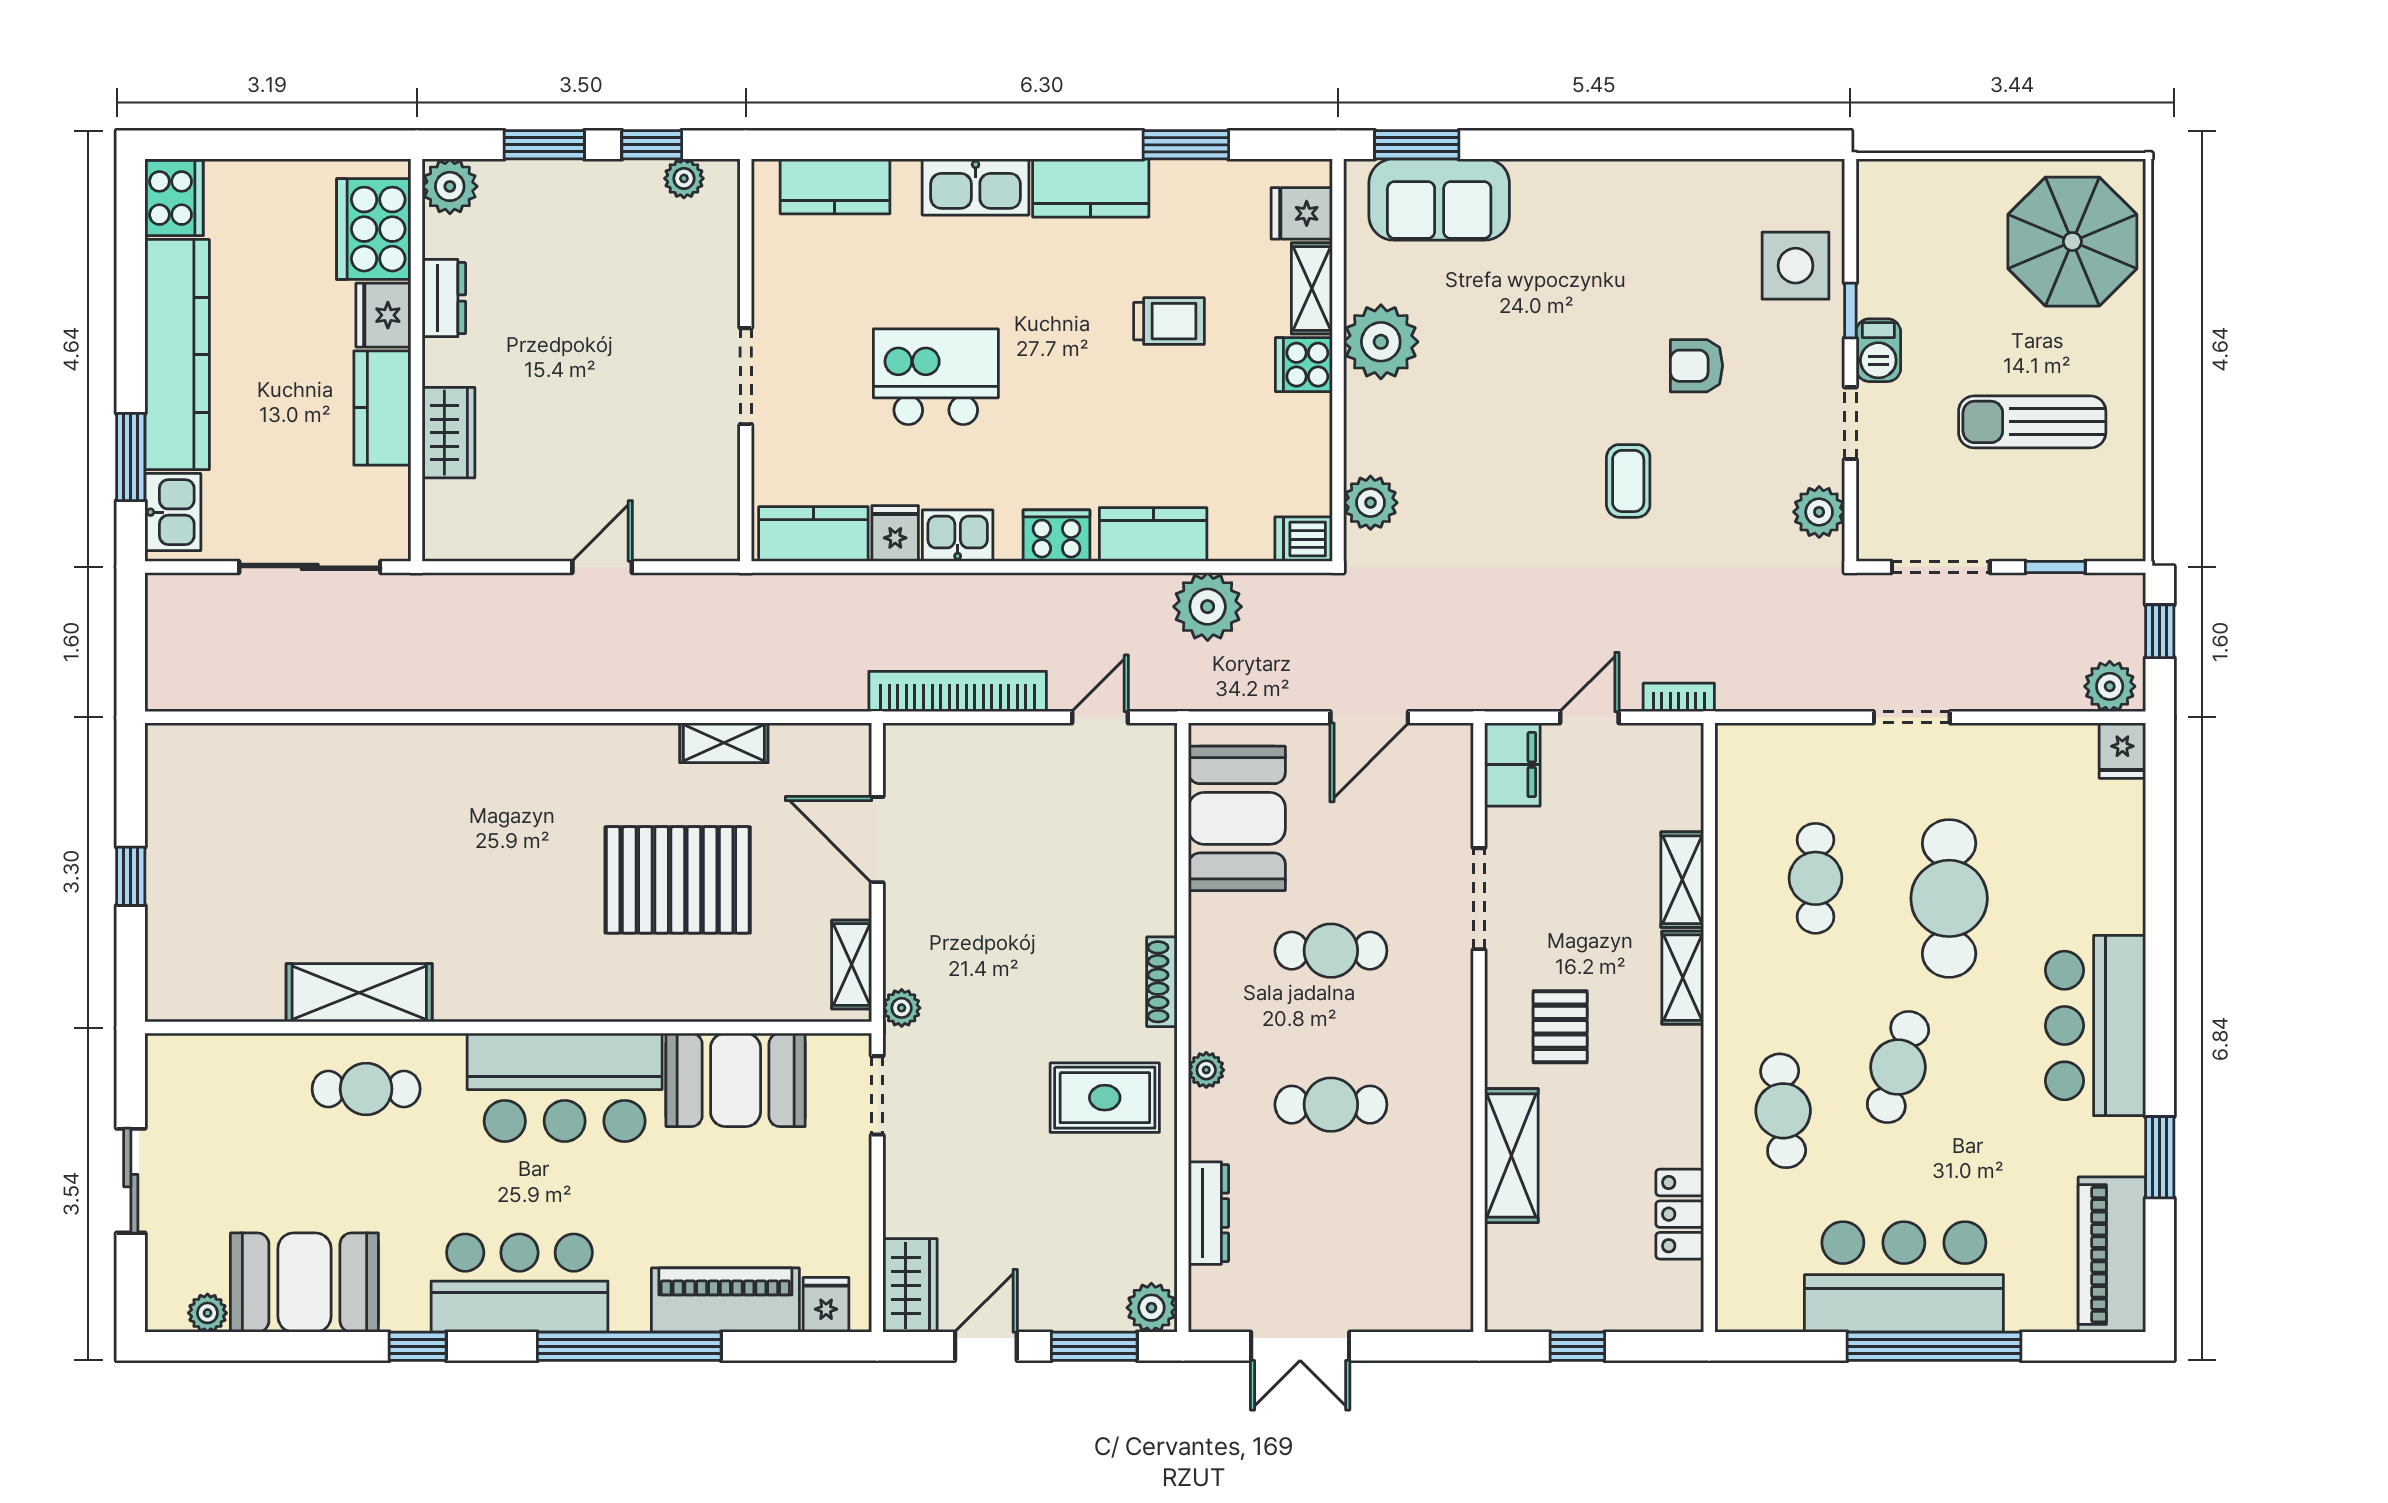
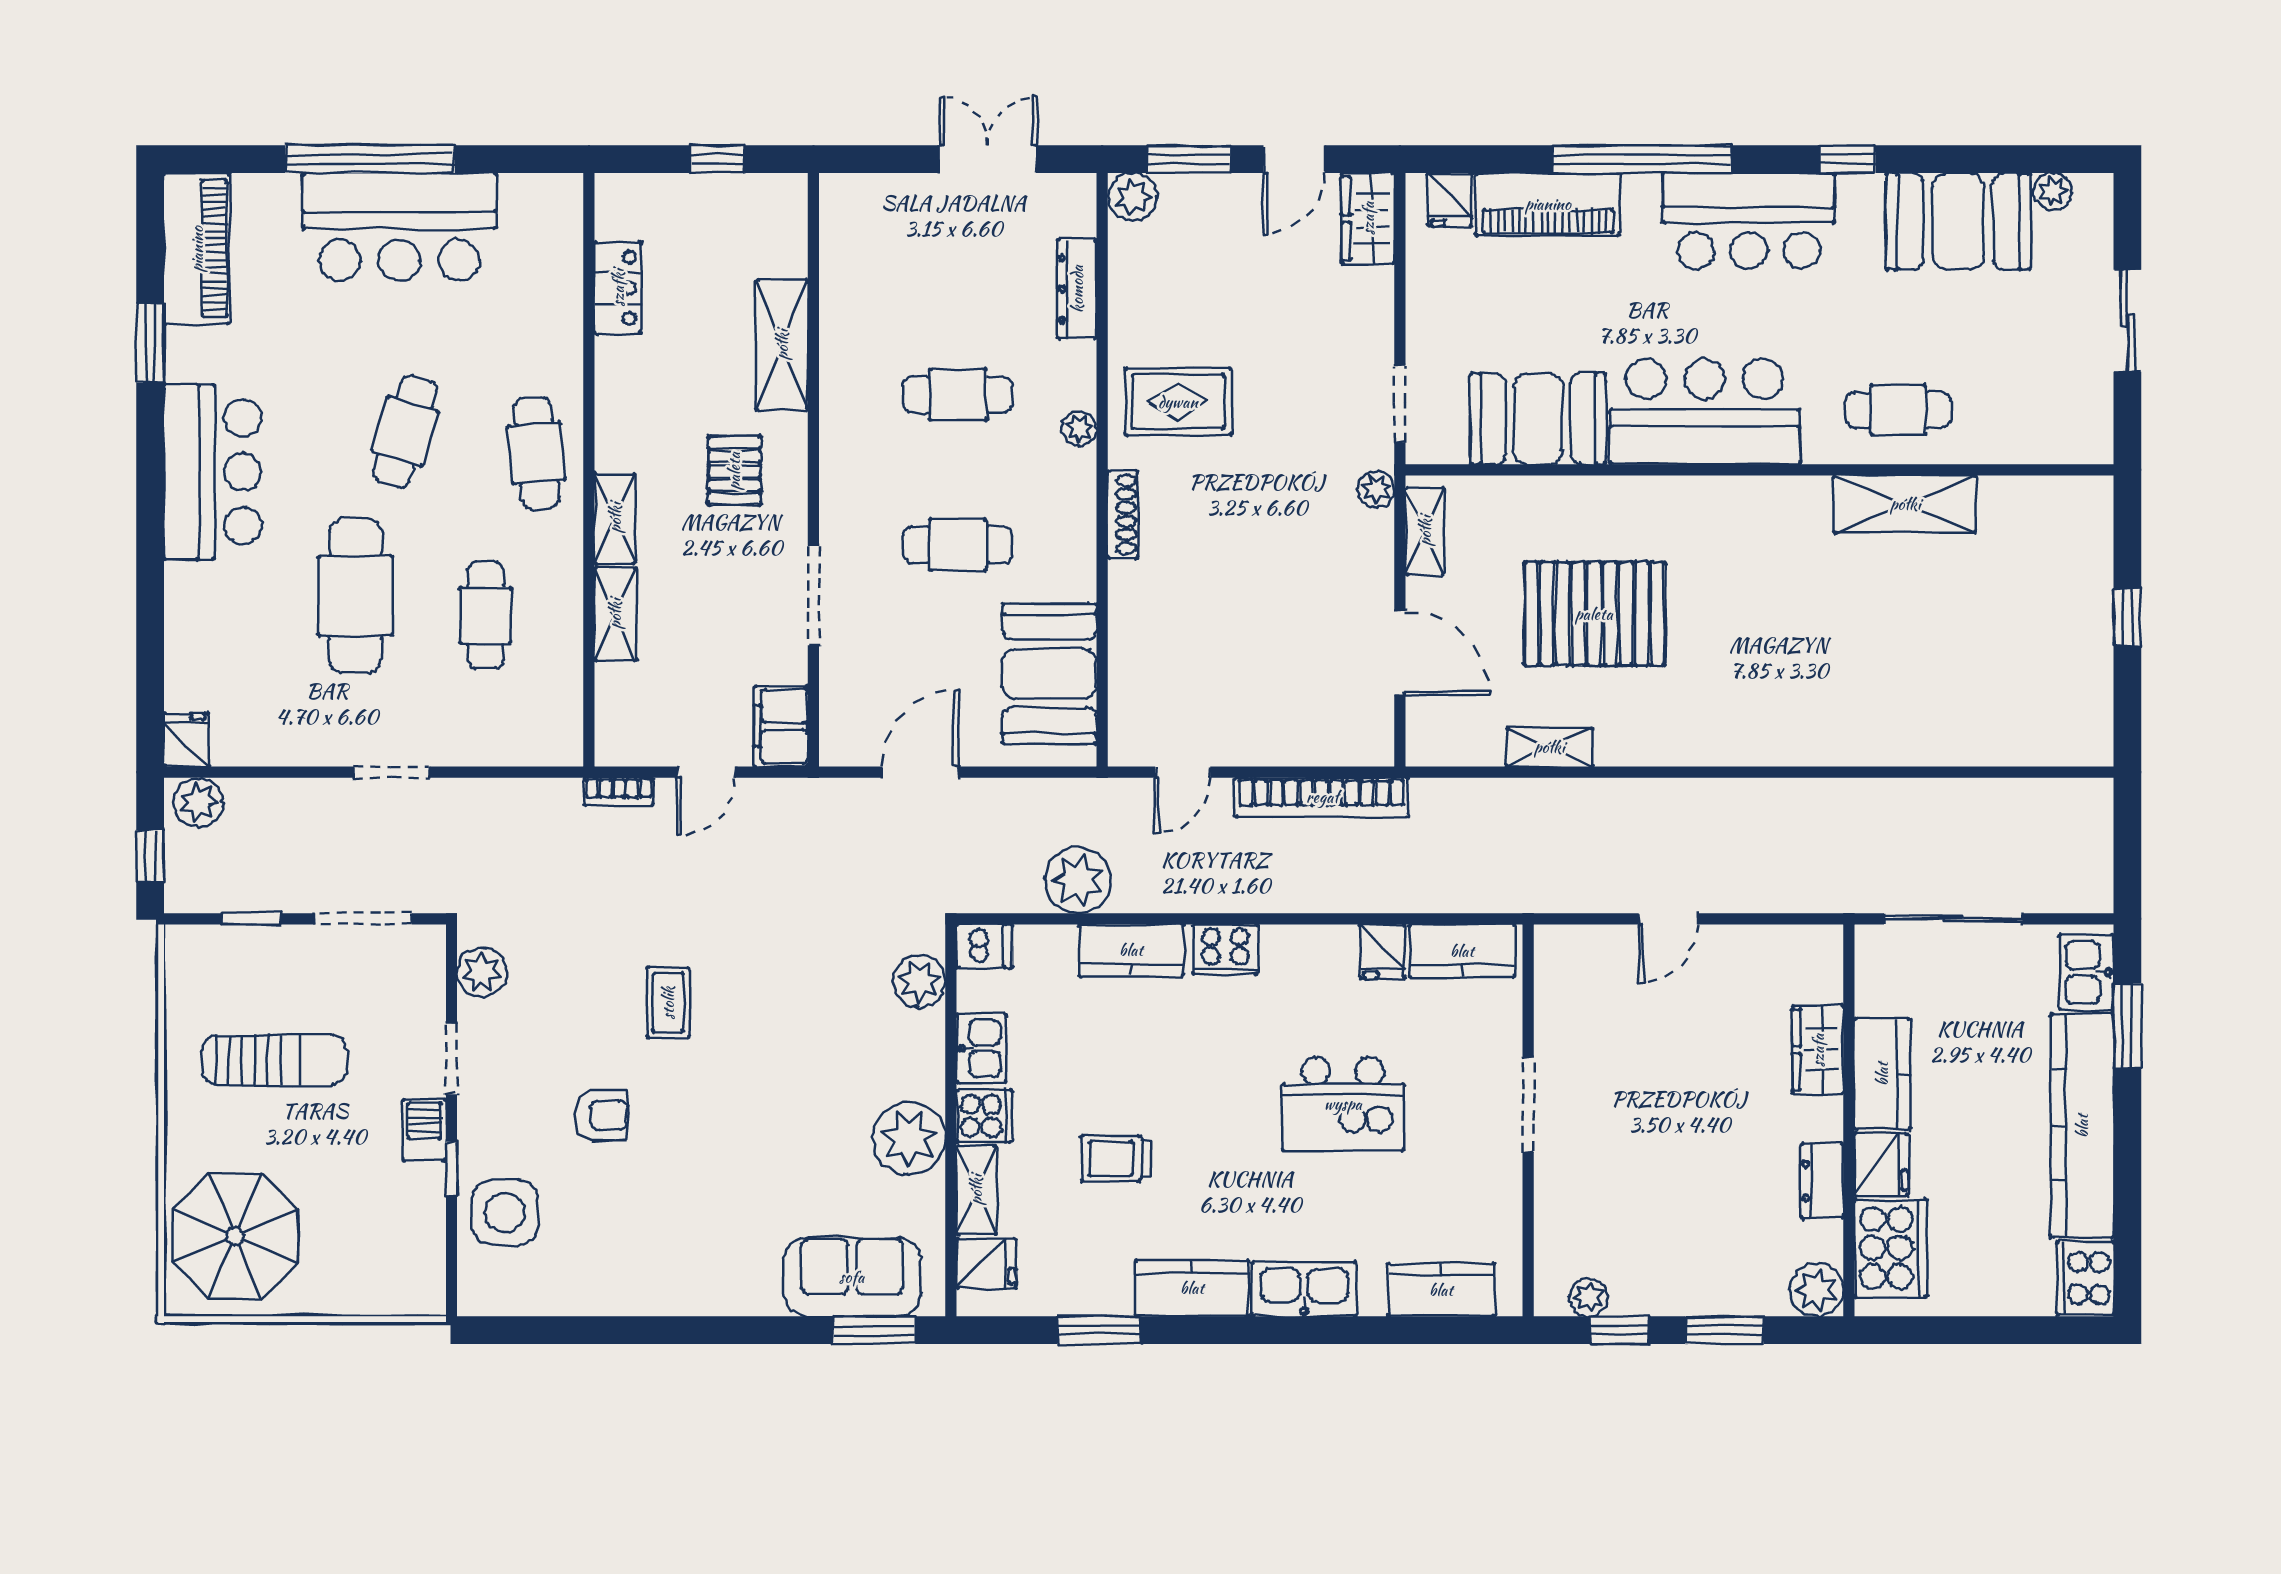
kitchen sink: (958, 536) -> (981, 1048), moved, turned -90
cafe table: (1783, 1111) -> (536, 453), moved

